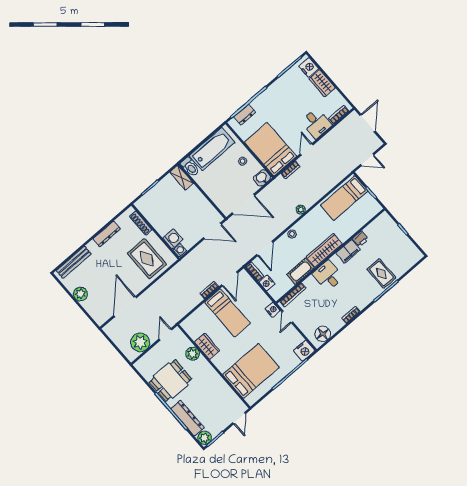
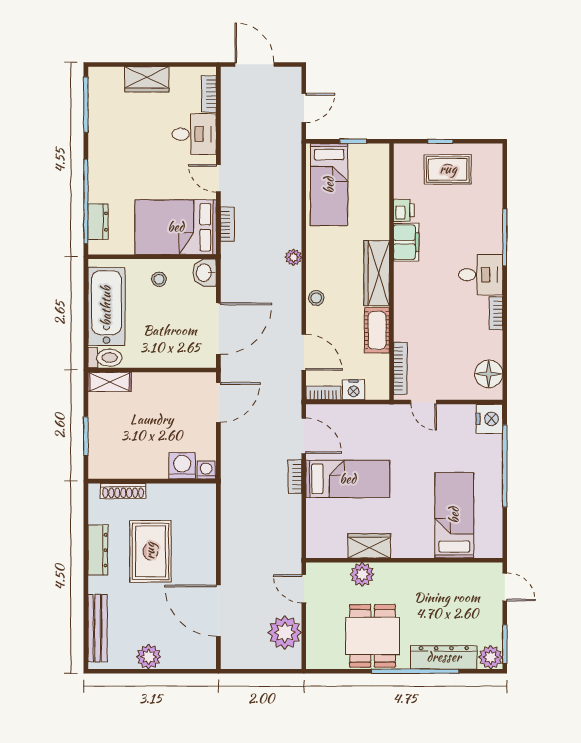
nightstand: (309, 67) -> (109, 79), removed
rug: (147, 259) -> (150, 551), moved, turned 90
rug: (381, 274) -> (448, 169), moved
desk: (328, 276) -> (481, 275), moved, turned 180
nightstand: (273, 310) -> (397, 414), removed
bed: (251, 371) -> (454, 515), width x0.67

